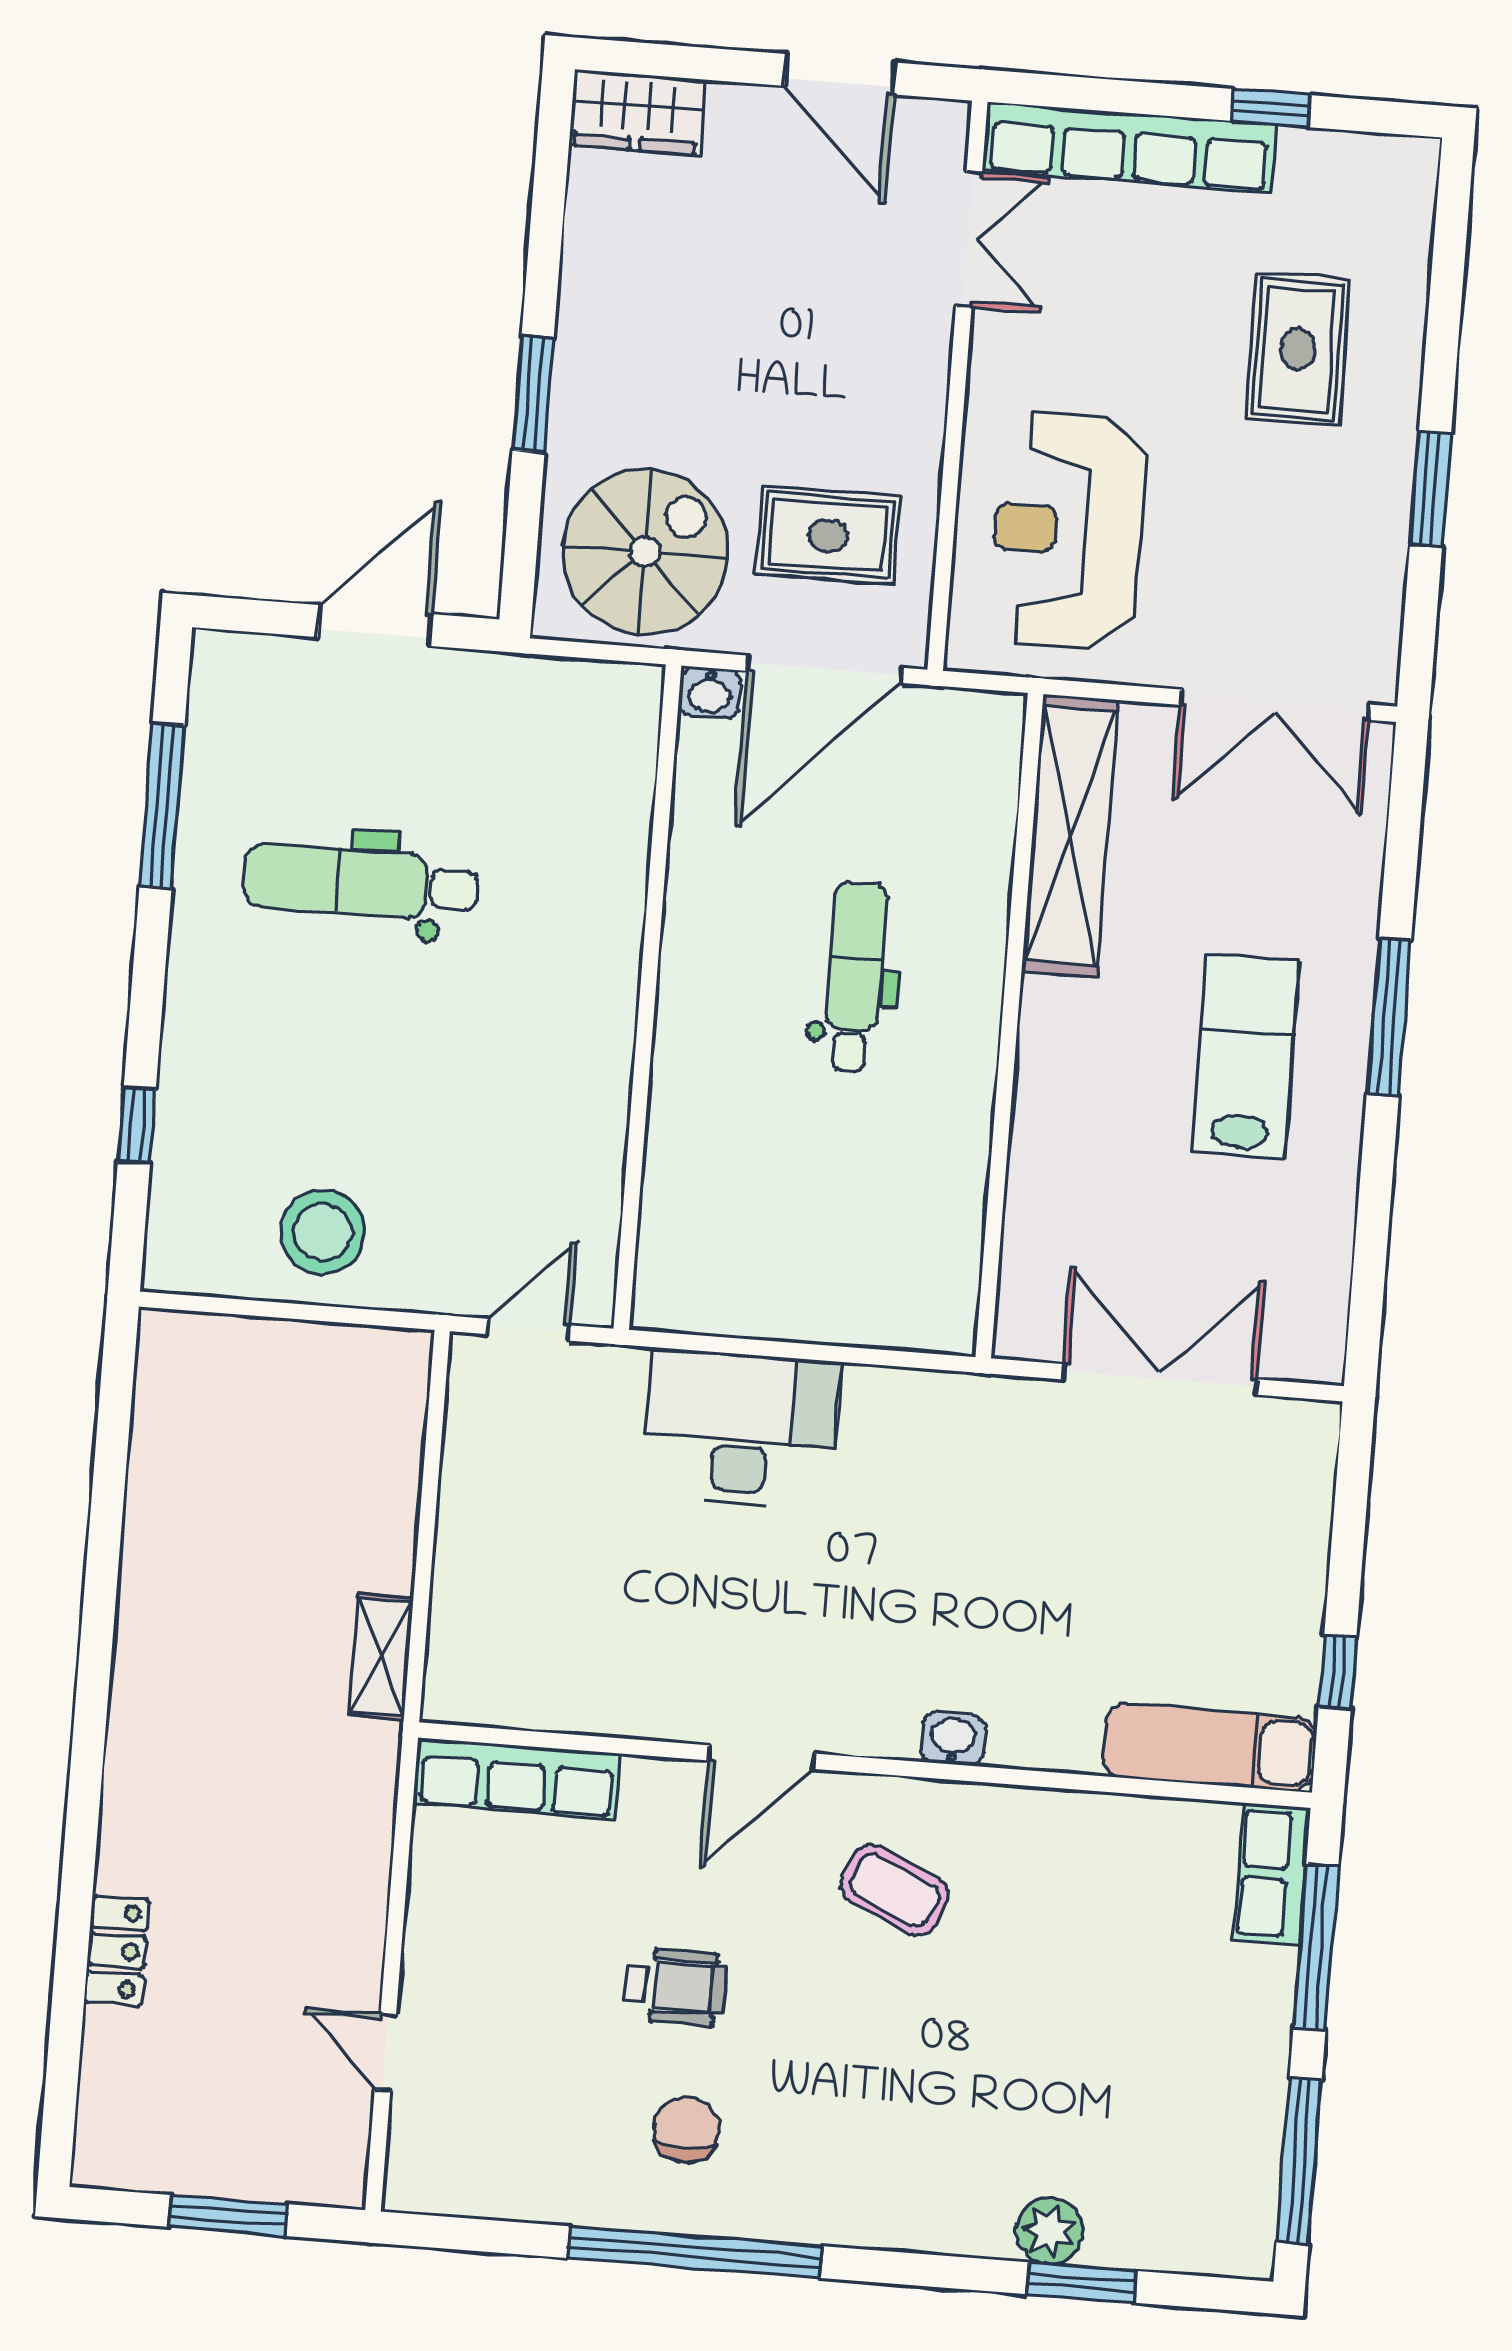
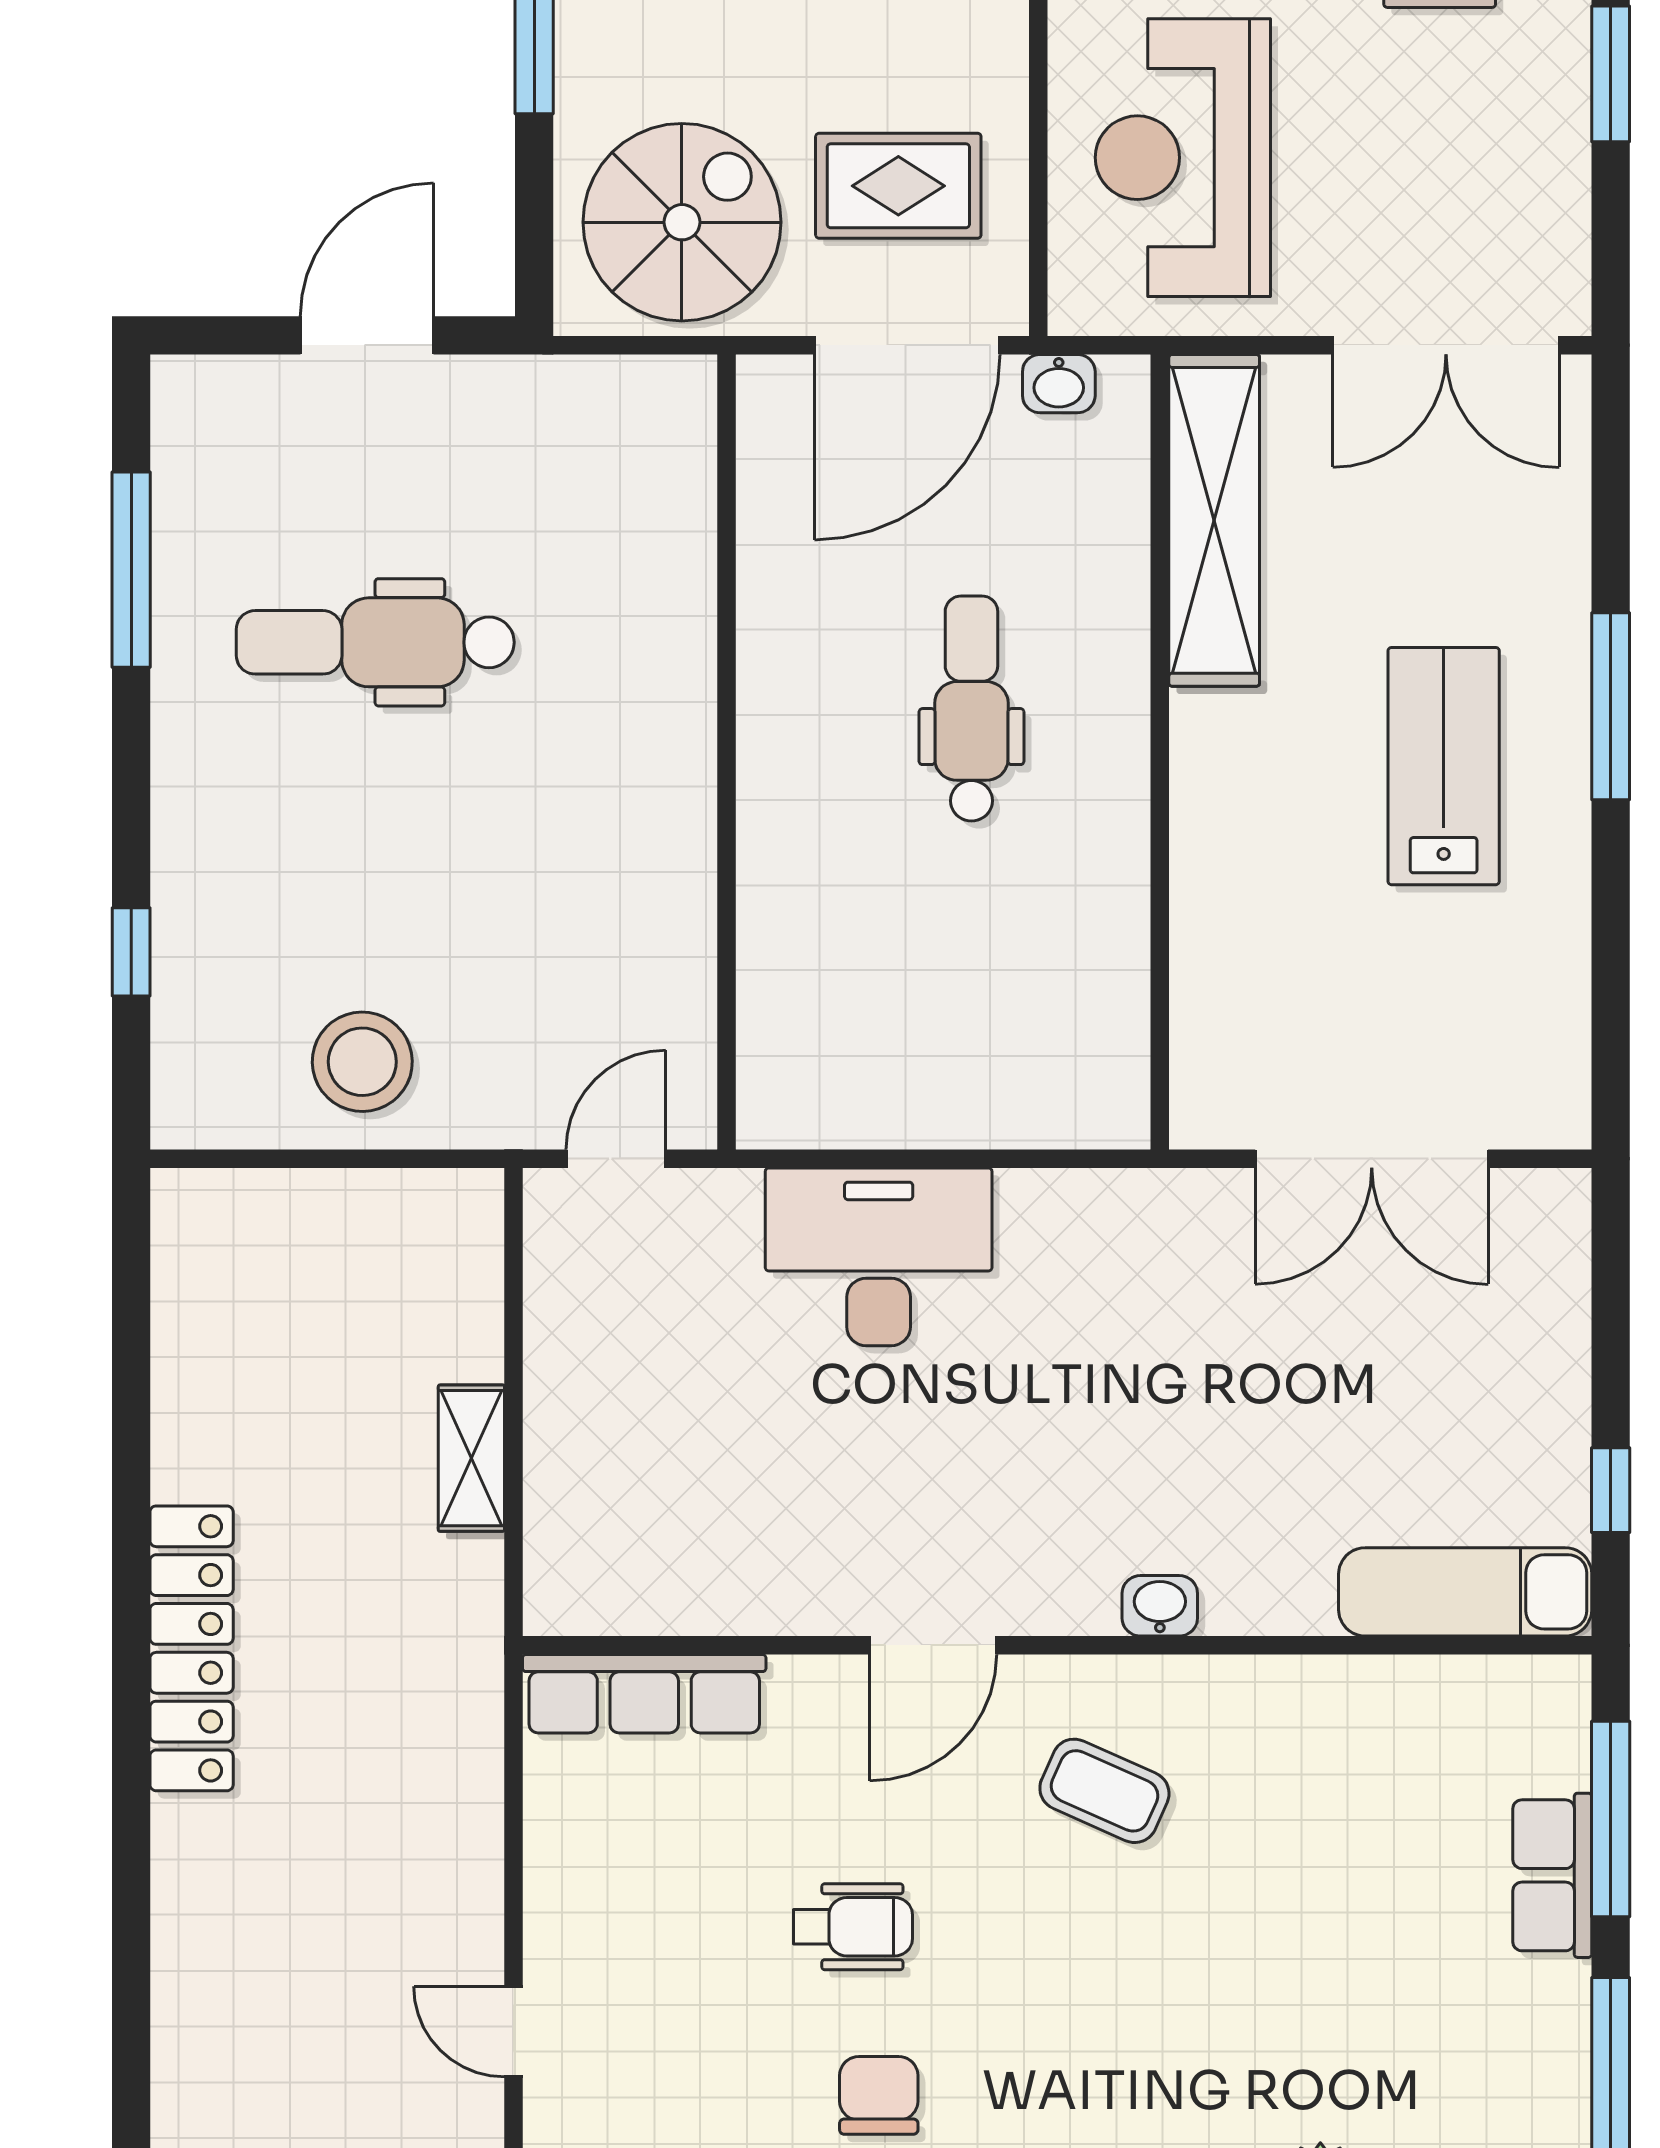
washbasin: (709, 692) -> (1059, 384), moved
double door: (1160, 1379) -> (1372, 1159), swing flipped
shelving: (381, 1656) -> (471, 1458), moved
row of seats: (1273, 1874) -> (1552, 1875), moved
locker: (117, 1951) -> (192, 1648), moved, width x2.16, depth x1.21

